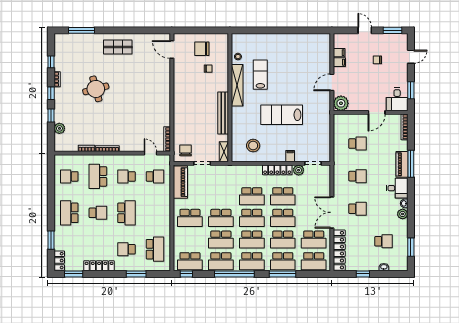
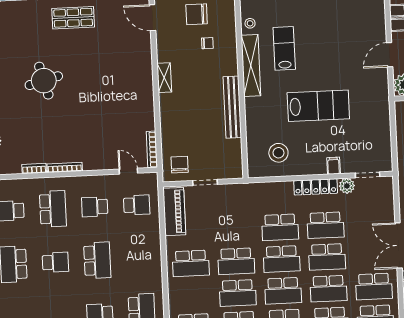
lab bench: (282, 115) -> (318, 106), turned 180
shelving: (224, 152) -> (164, 78), moved
school desk: (98, 176) -> (53, 209), turned 180

